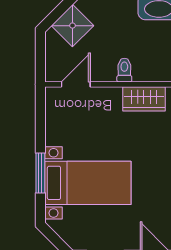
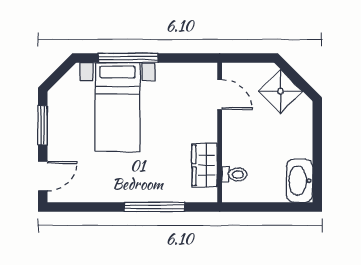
toilet: (124, 70) -> (234, 174), moved
window: (40, 173) -> (128, 58), width x1.44

